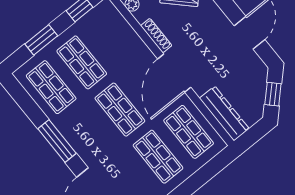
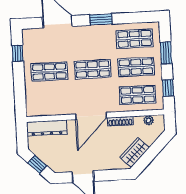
door: (174, 73) -> (91, 116), swing flipped
shop shelf: (189, 132) -> (138, 95), moved
window: (57, 141) -> (101, 19), width x0.69

